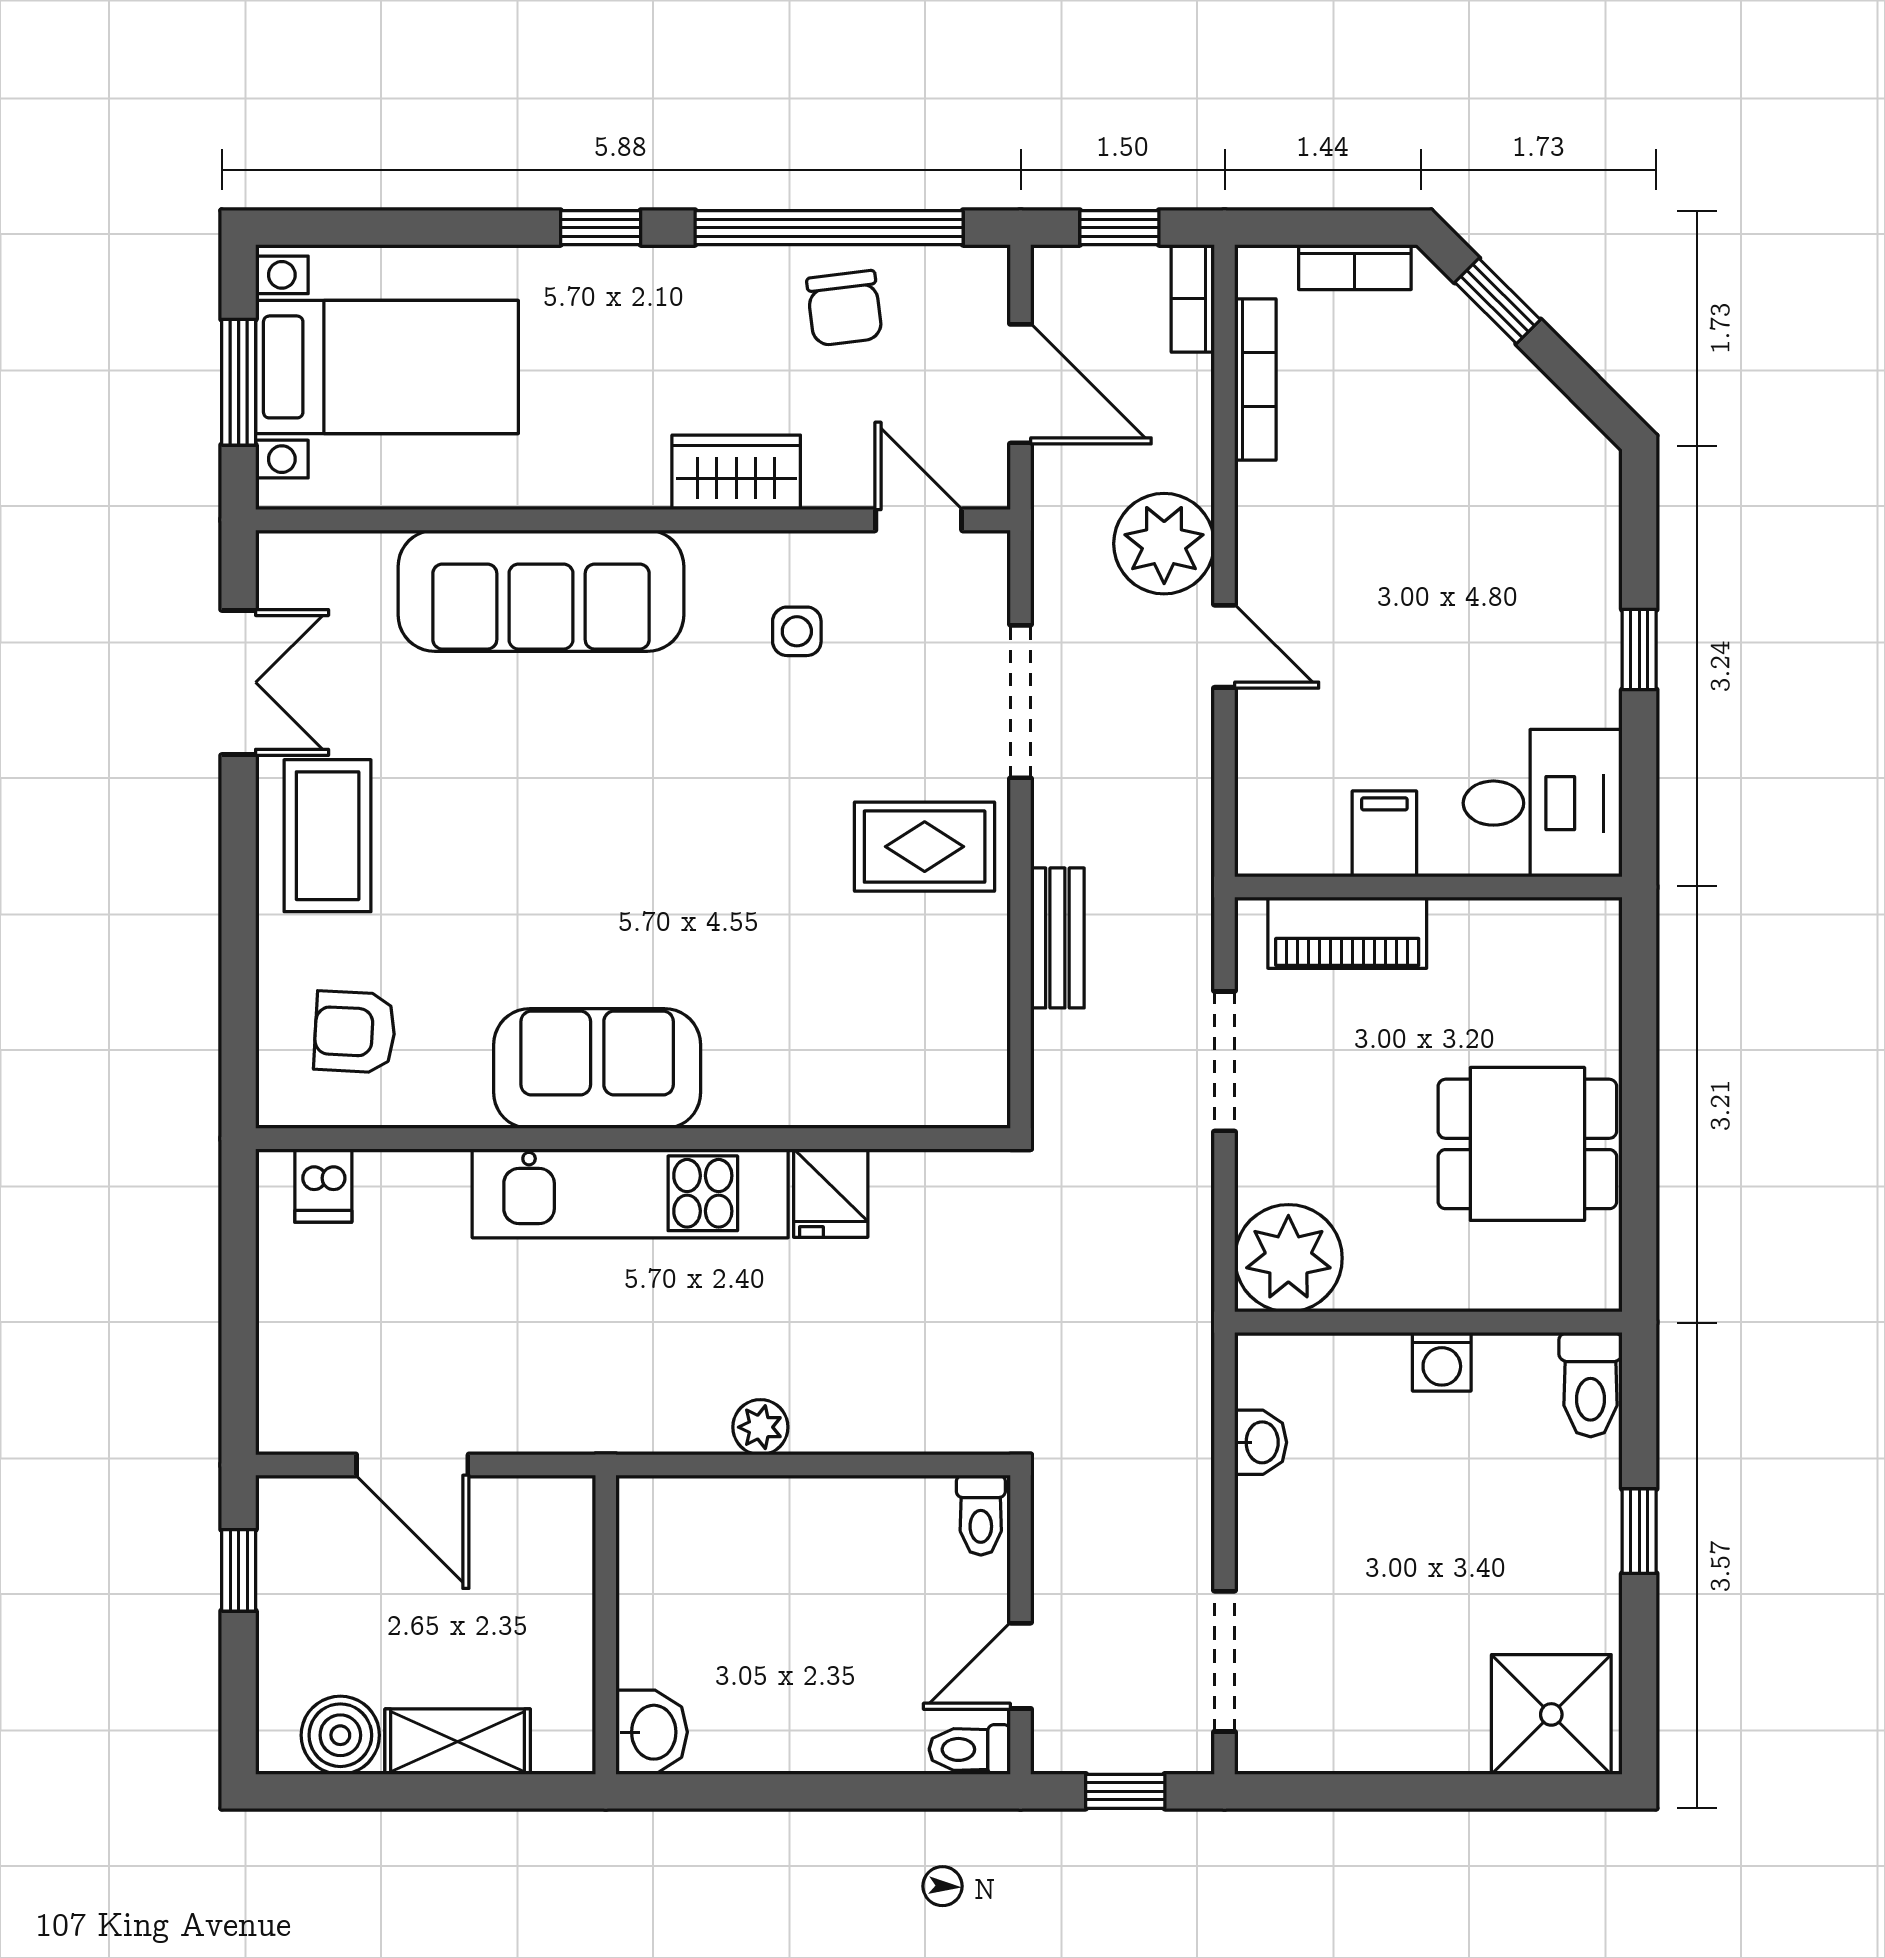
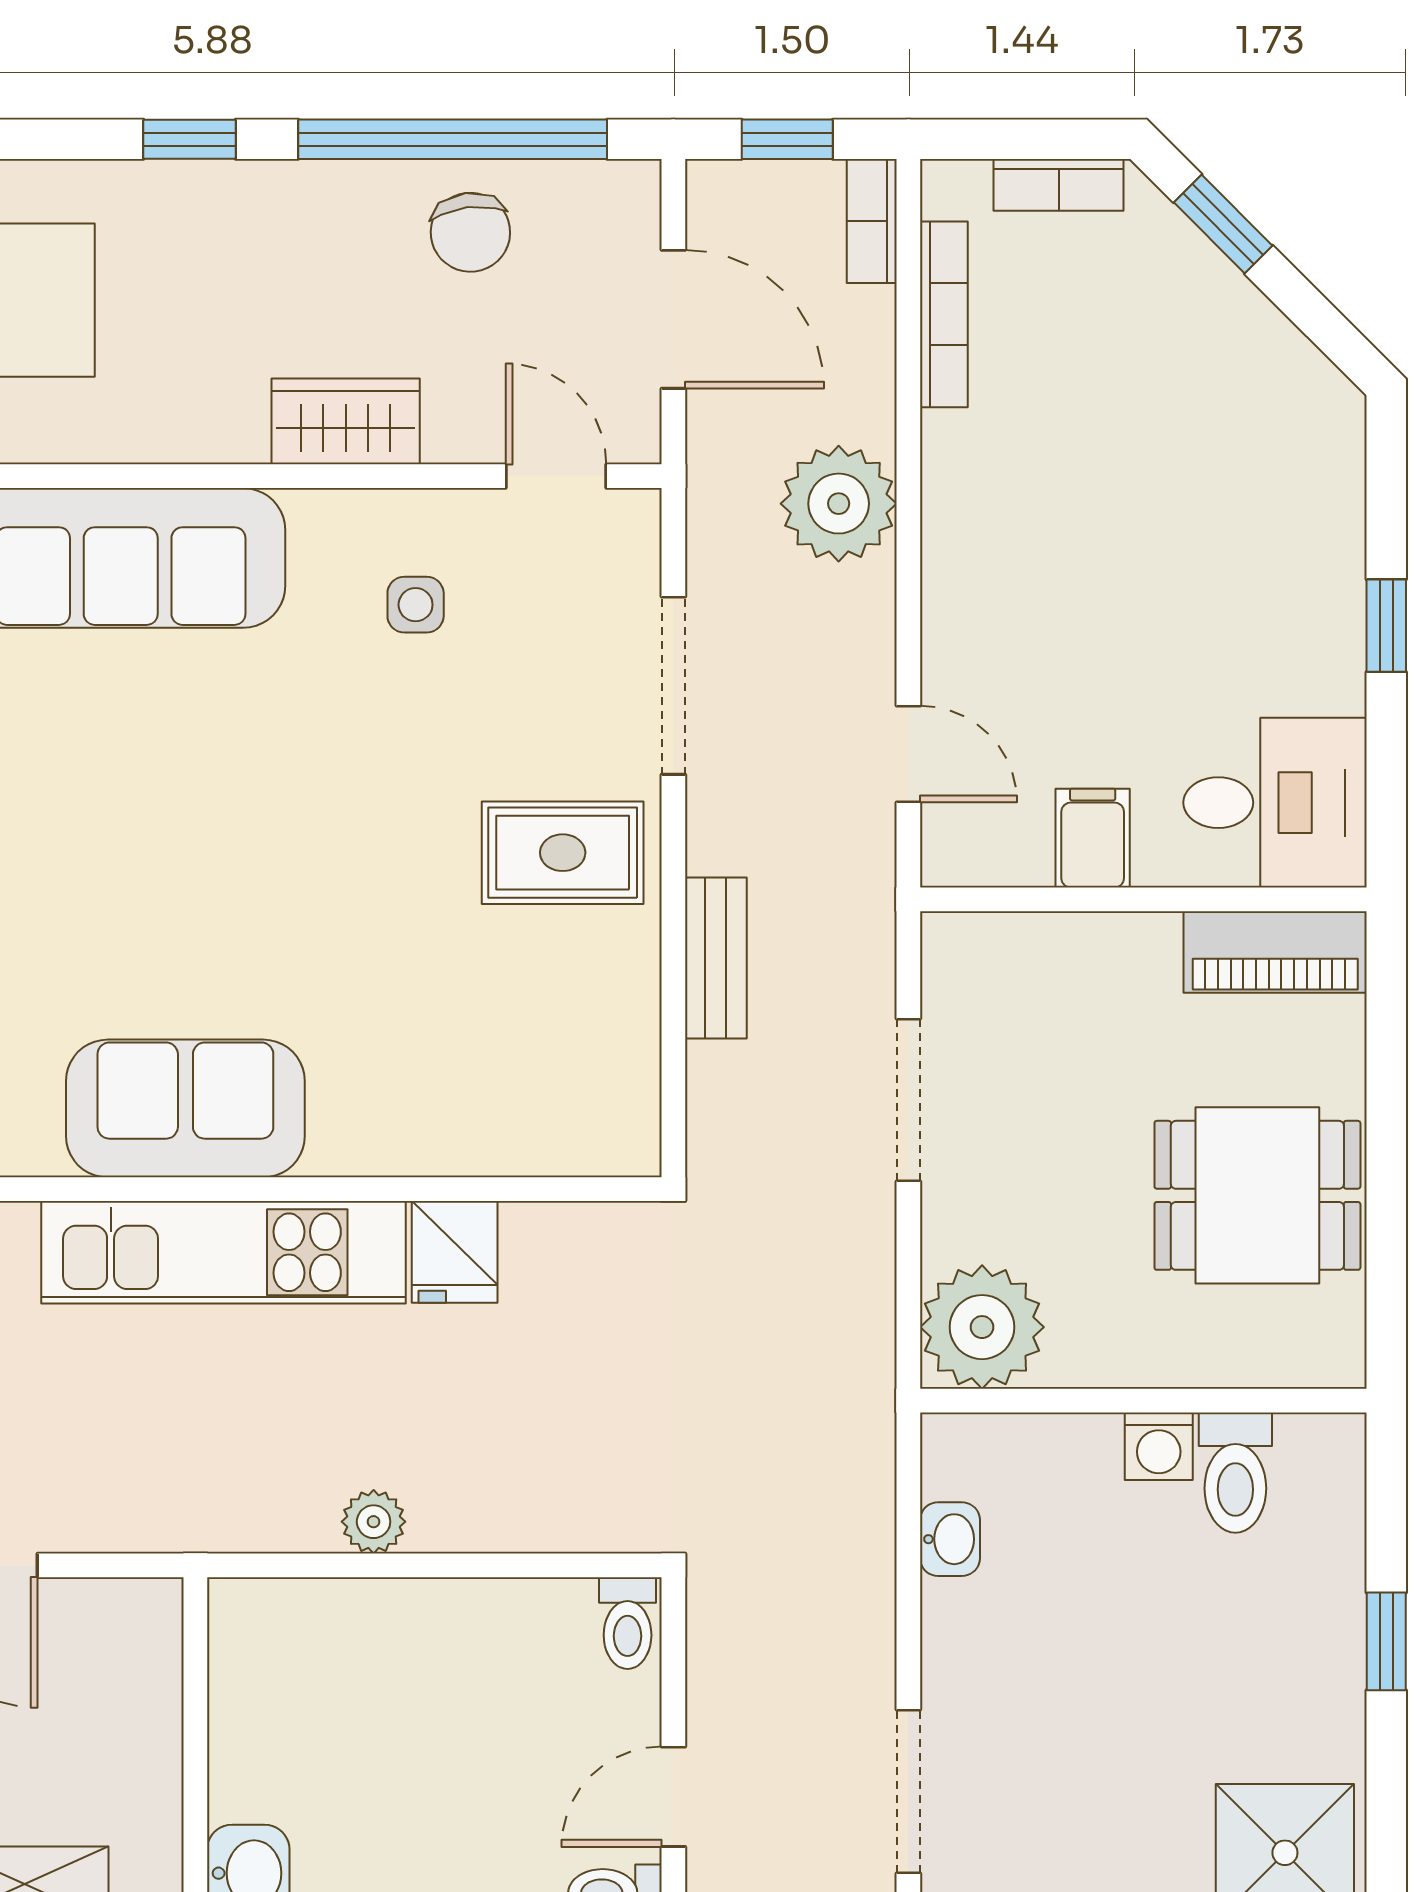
door: (1224, 646) -> (908, 754), moved
piano: (1347, 933) -> (1275, 952), moved
toilet: (1591, 1385) -> (1235, 1473), moved

